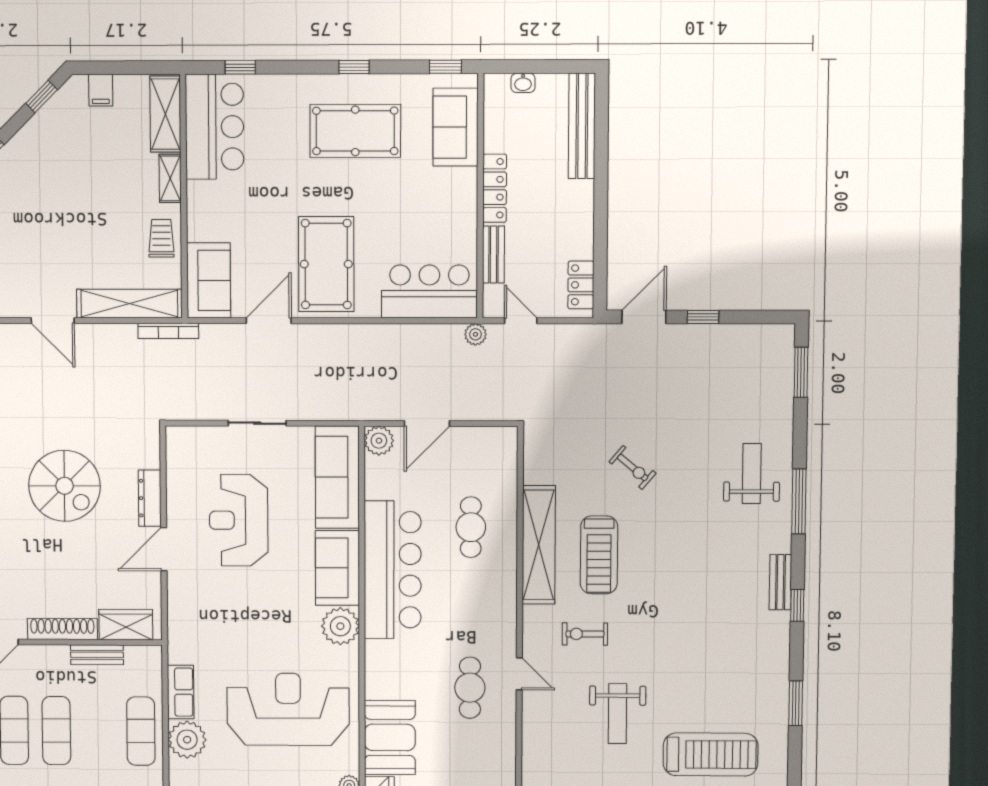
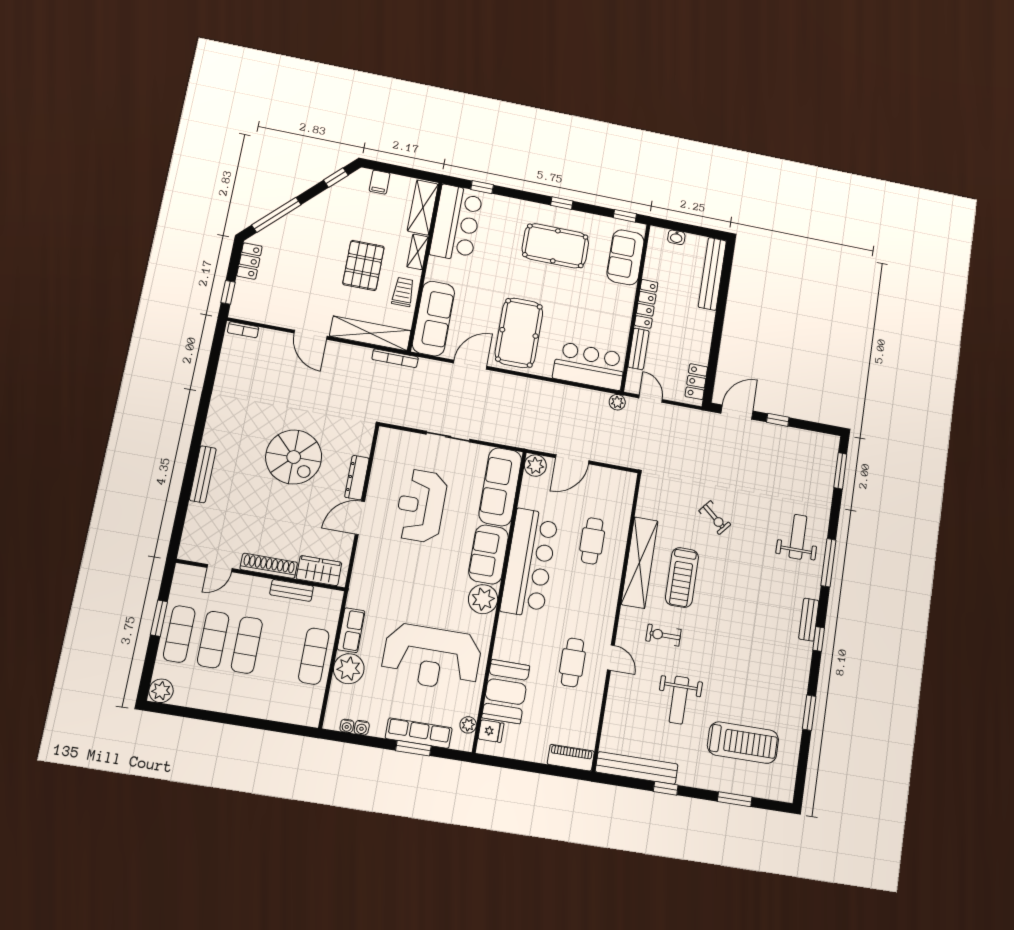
pallet: (102, 212) -> (363, 265), added
sofa: (209, 280) -> (433, 318), width x1.36
reception desk: (288, 709) -> (432, 657), turned 180

